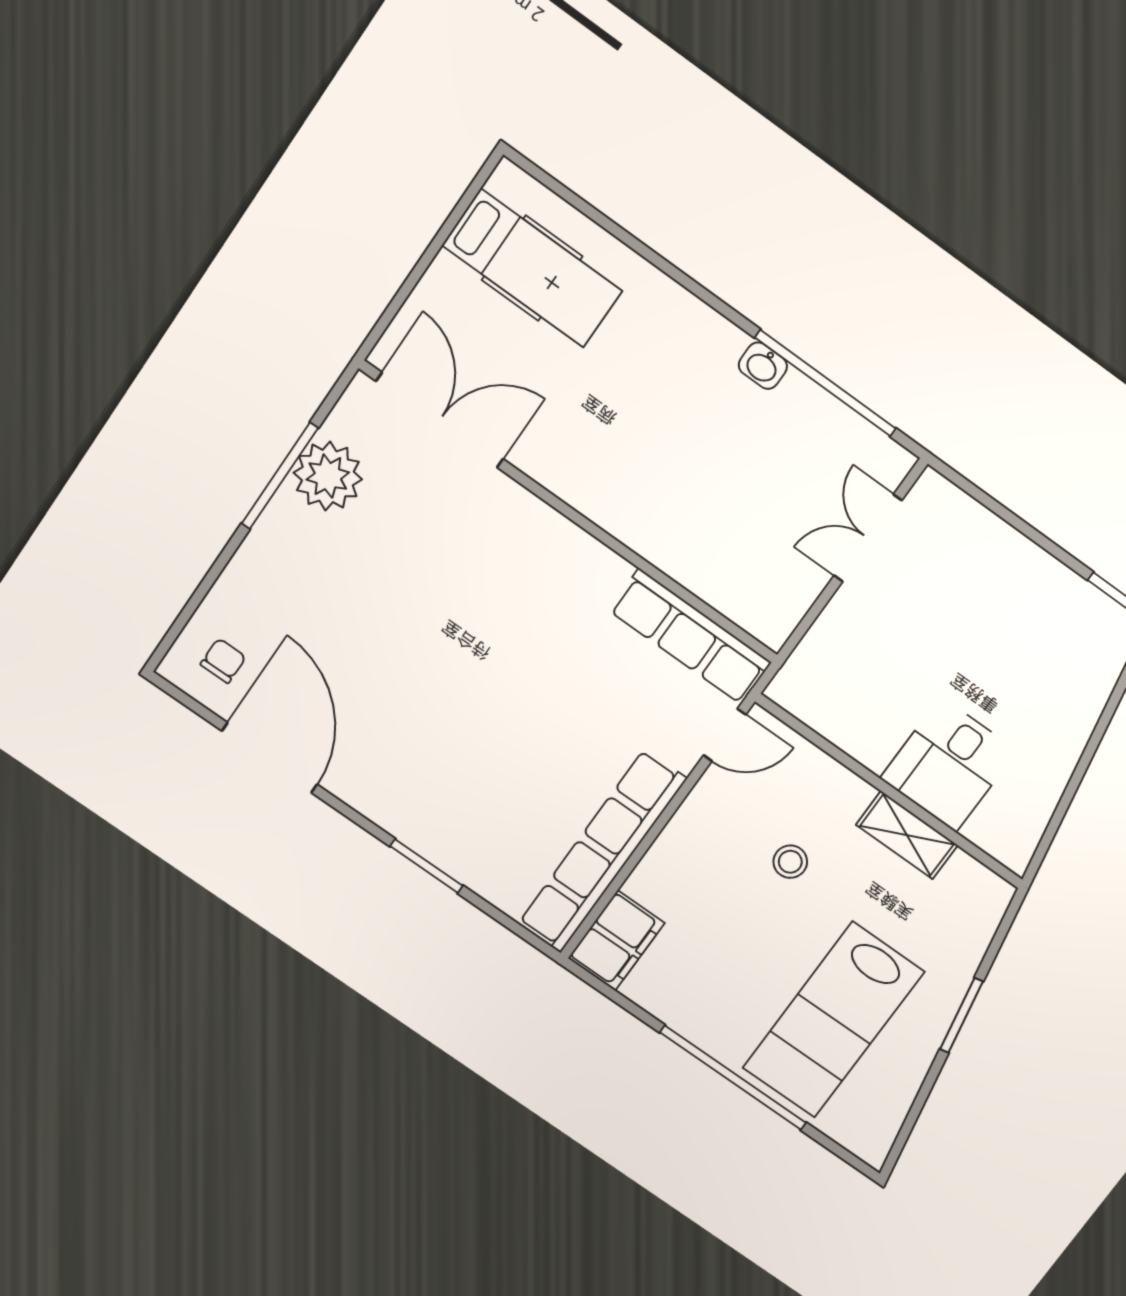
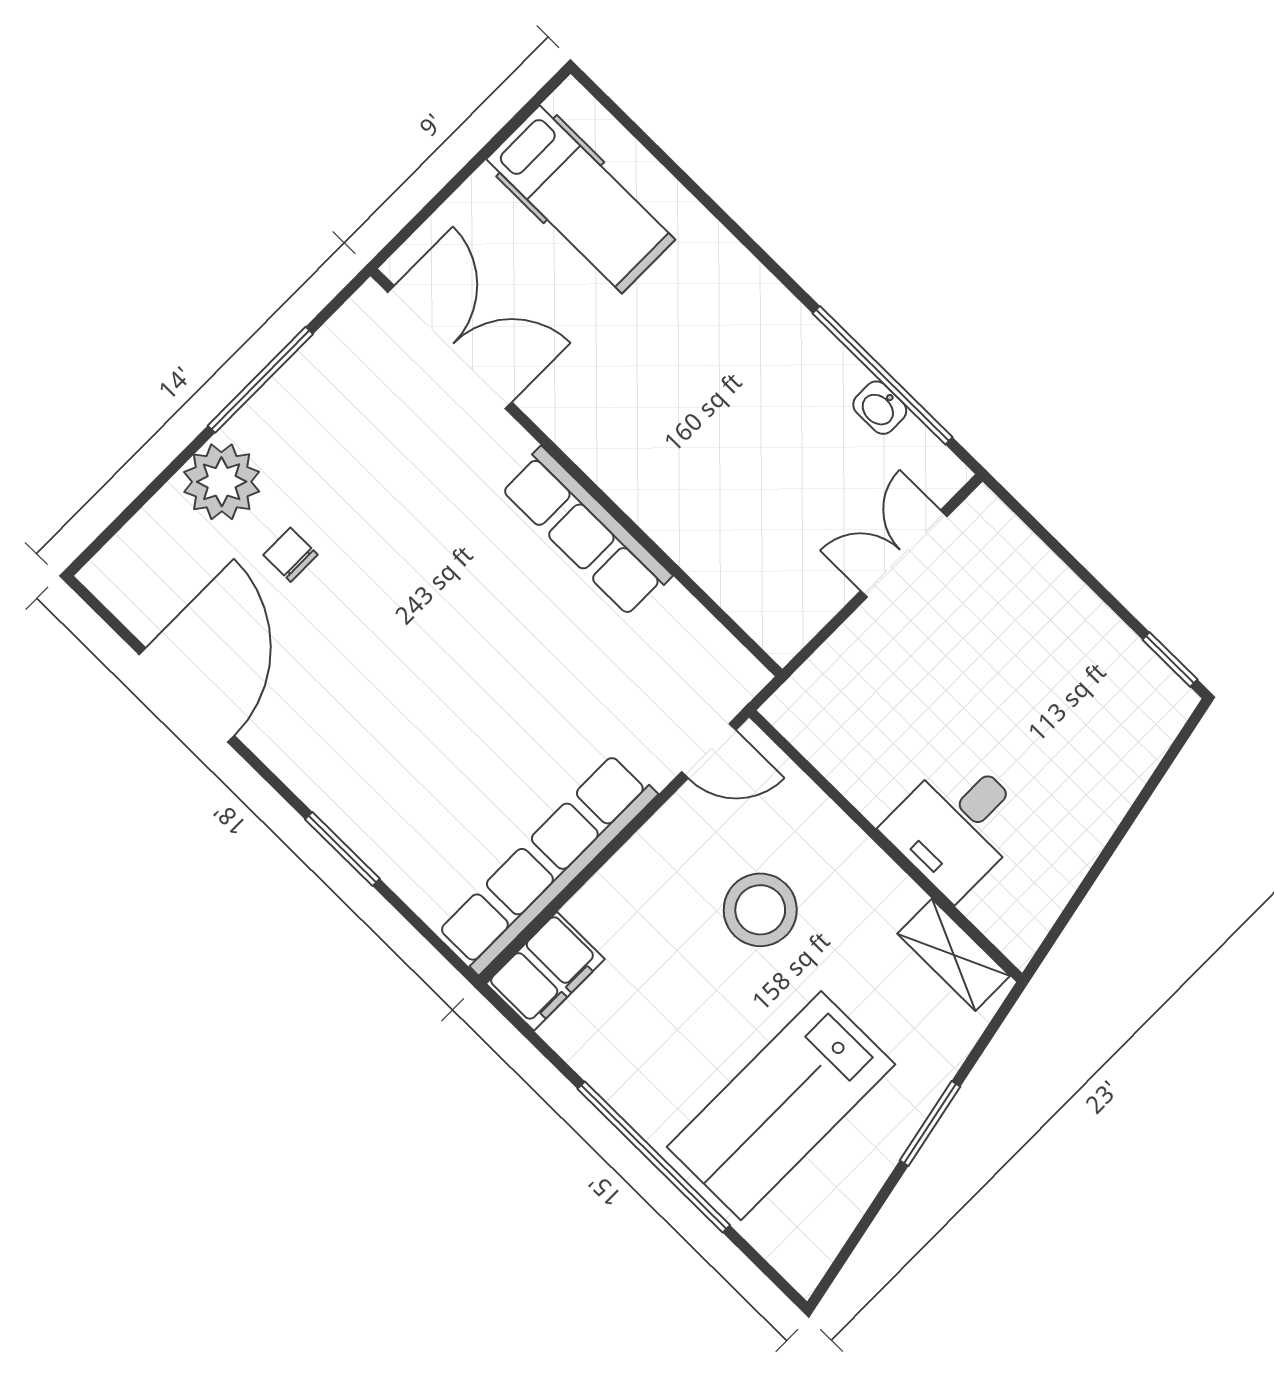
washbasin: (763, 366) -> (880, 408), moved
plant: (328, 476) -> (222, 482), moved
row of seats: (690, 637) -> (586, 532), moved
chair: (223, 661) -> (291, 555), moved, turned -90
shelving: (907, 835) -> (954, 955), moved
stool: (790, 862) -> (760, 910), width x1.89, depth x1.89

